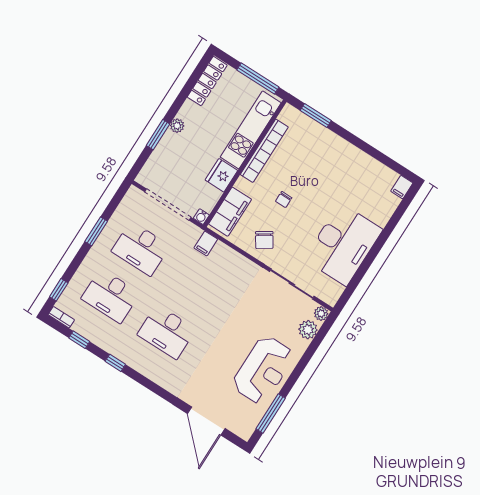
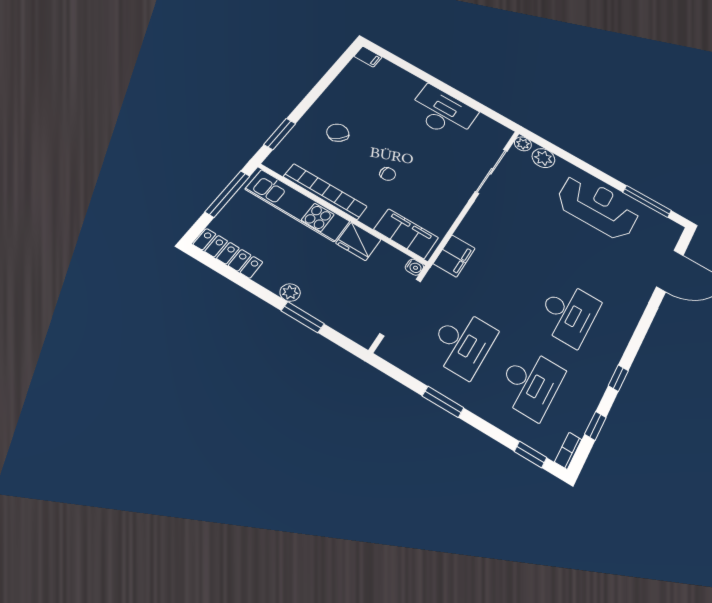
chair: (264, 240) -> (338, 133), moved, turned -103
filing cabinet: (206, 243) -> (454, 256), width x2.00
desk: (343, 244) -> (443, 112), width x0.73, depth x0.77

